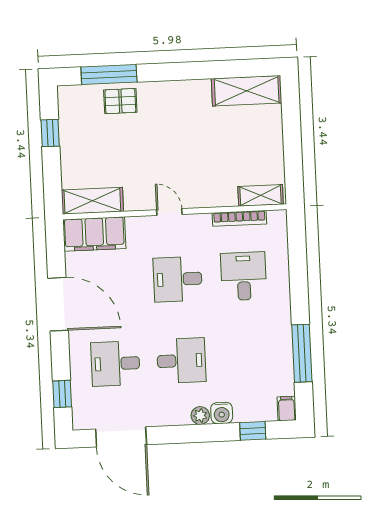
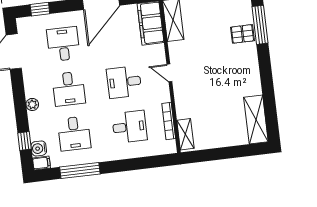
pallet: (120, 101) -> (242, 34), turned 90
door: (169, 212) -> (169, 73), swing flipped
desk: (178, 279) -> (124, 82), turned -90
desk: (247, 358) -> (74, 134), added
water cooler: (222, 413) -> (39, 148), moved

